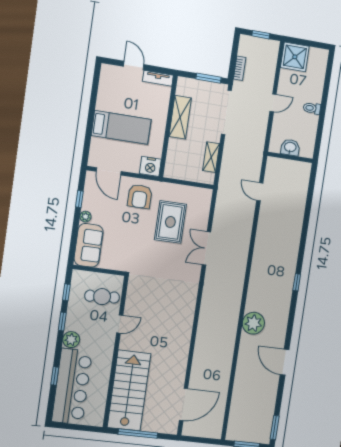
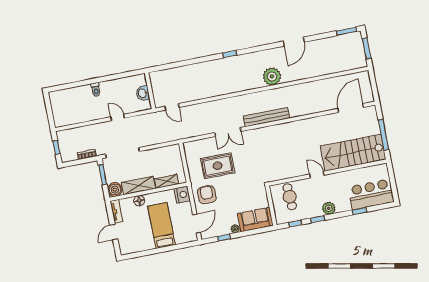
shower: (295, 57) -> (63, 116), removed
boiler: (185, 86) -> (115, 190), added
door: (273, 103) -> (118, 117), moved
floor lamp: (161, 111) -> (139, 201), added
washbasin: (290, 147) -> (143, 93), moved
shelving: (211, 157) -> (167, 181), moved
wall: (290, 157) -> (150, 91), moved
door: (260, 192) -> (172, 107), hinge flipped
armchair: (140, 196) -> (207, 195), turned -90
bench: (208, 301) -> (266, 117), added
door: (120, 324) -> (317, 175), moved
bar counter: (72, 387) -> (371, 194), width x0.73
door: (184, 404) -> (351, 108), hinge flipped

